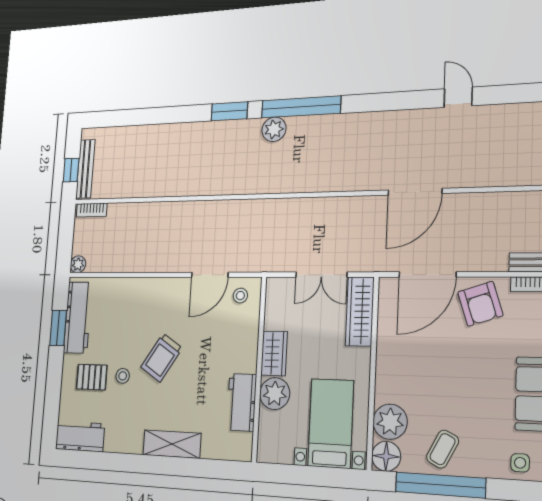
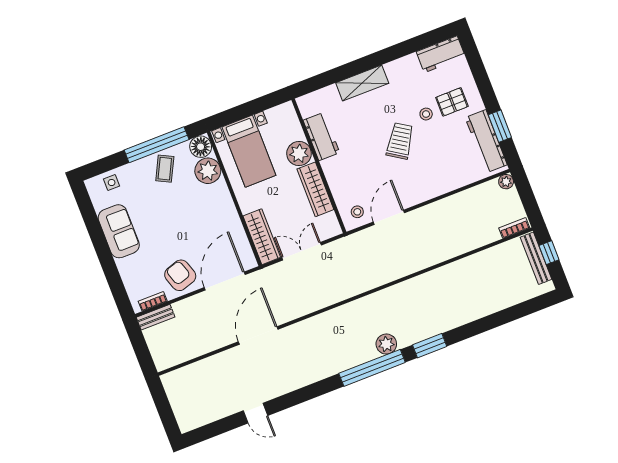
wardrobe: (274, 353) -> (315, 189), width x1.50

